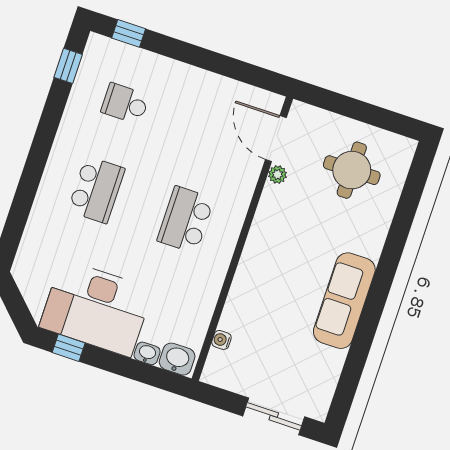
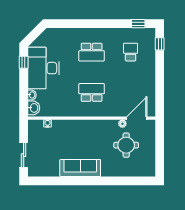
round table: (352, 170) -> (126, 145), moved

